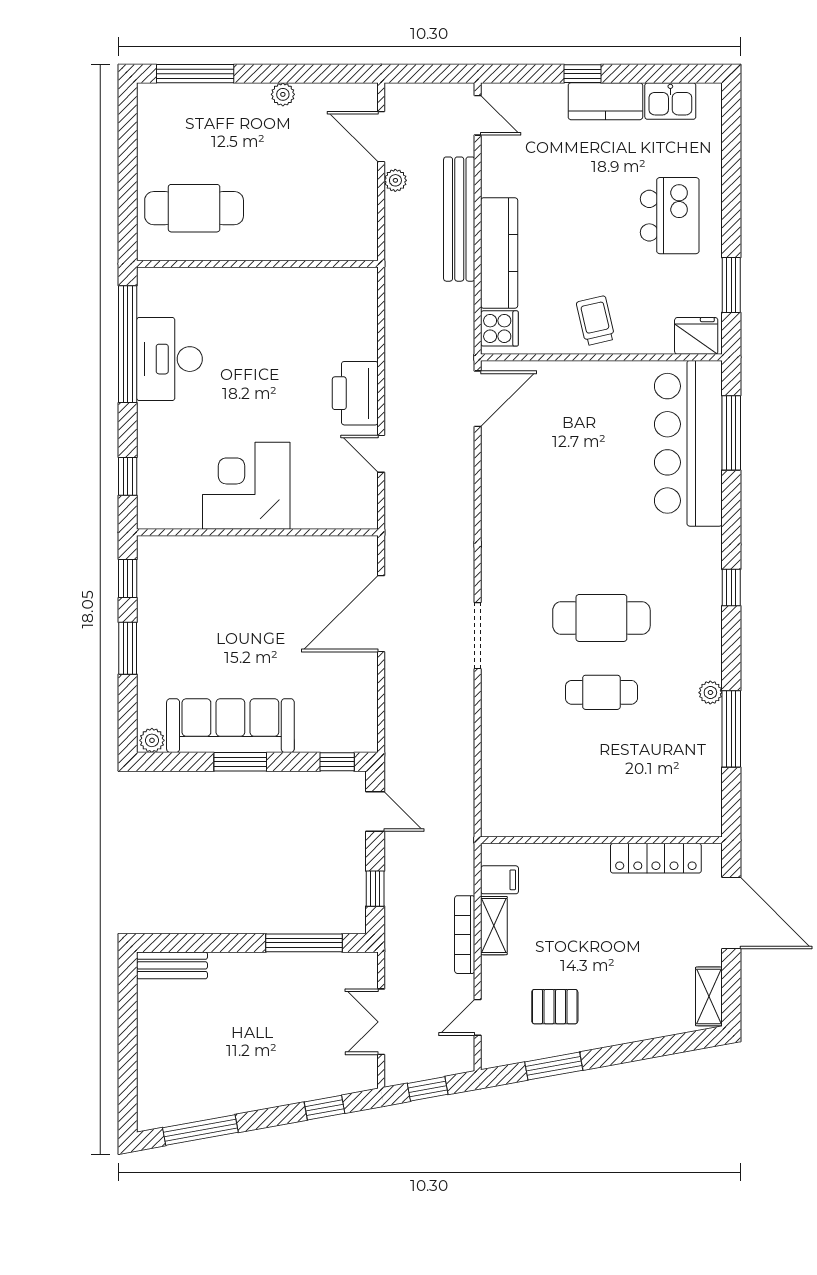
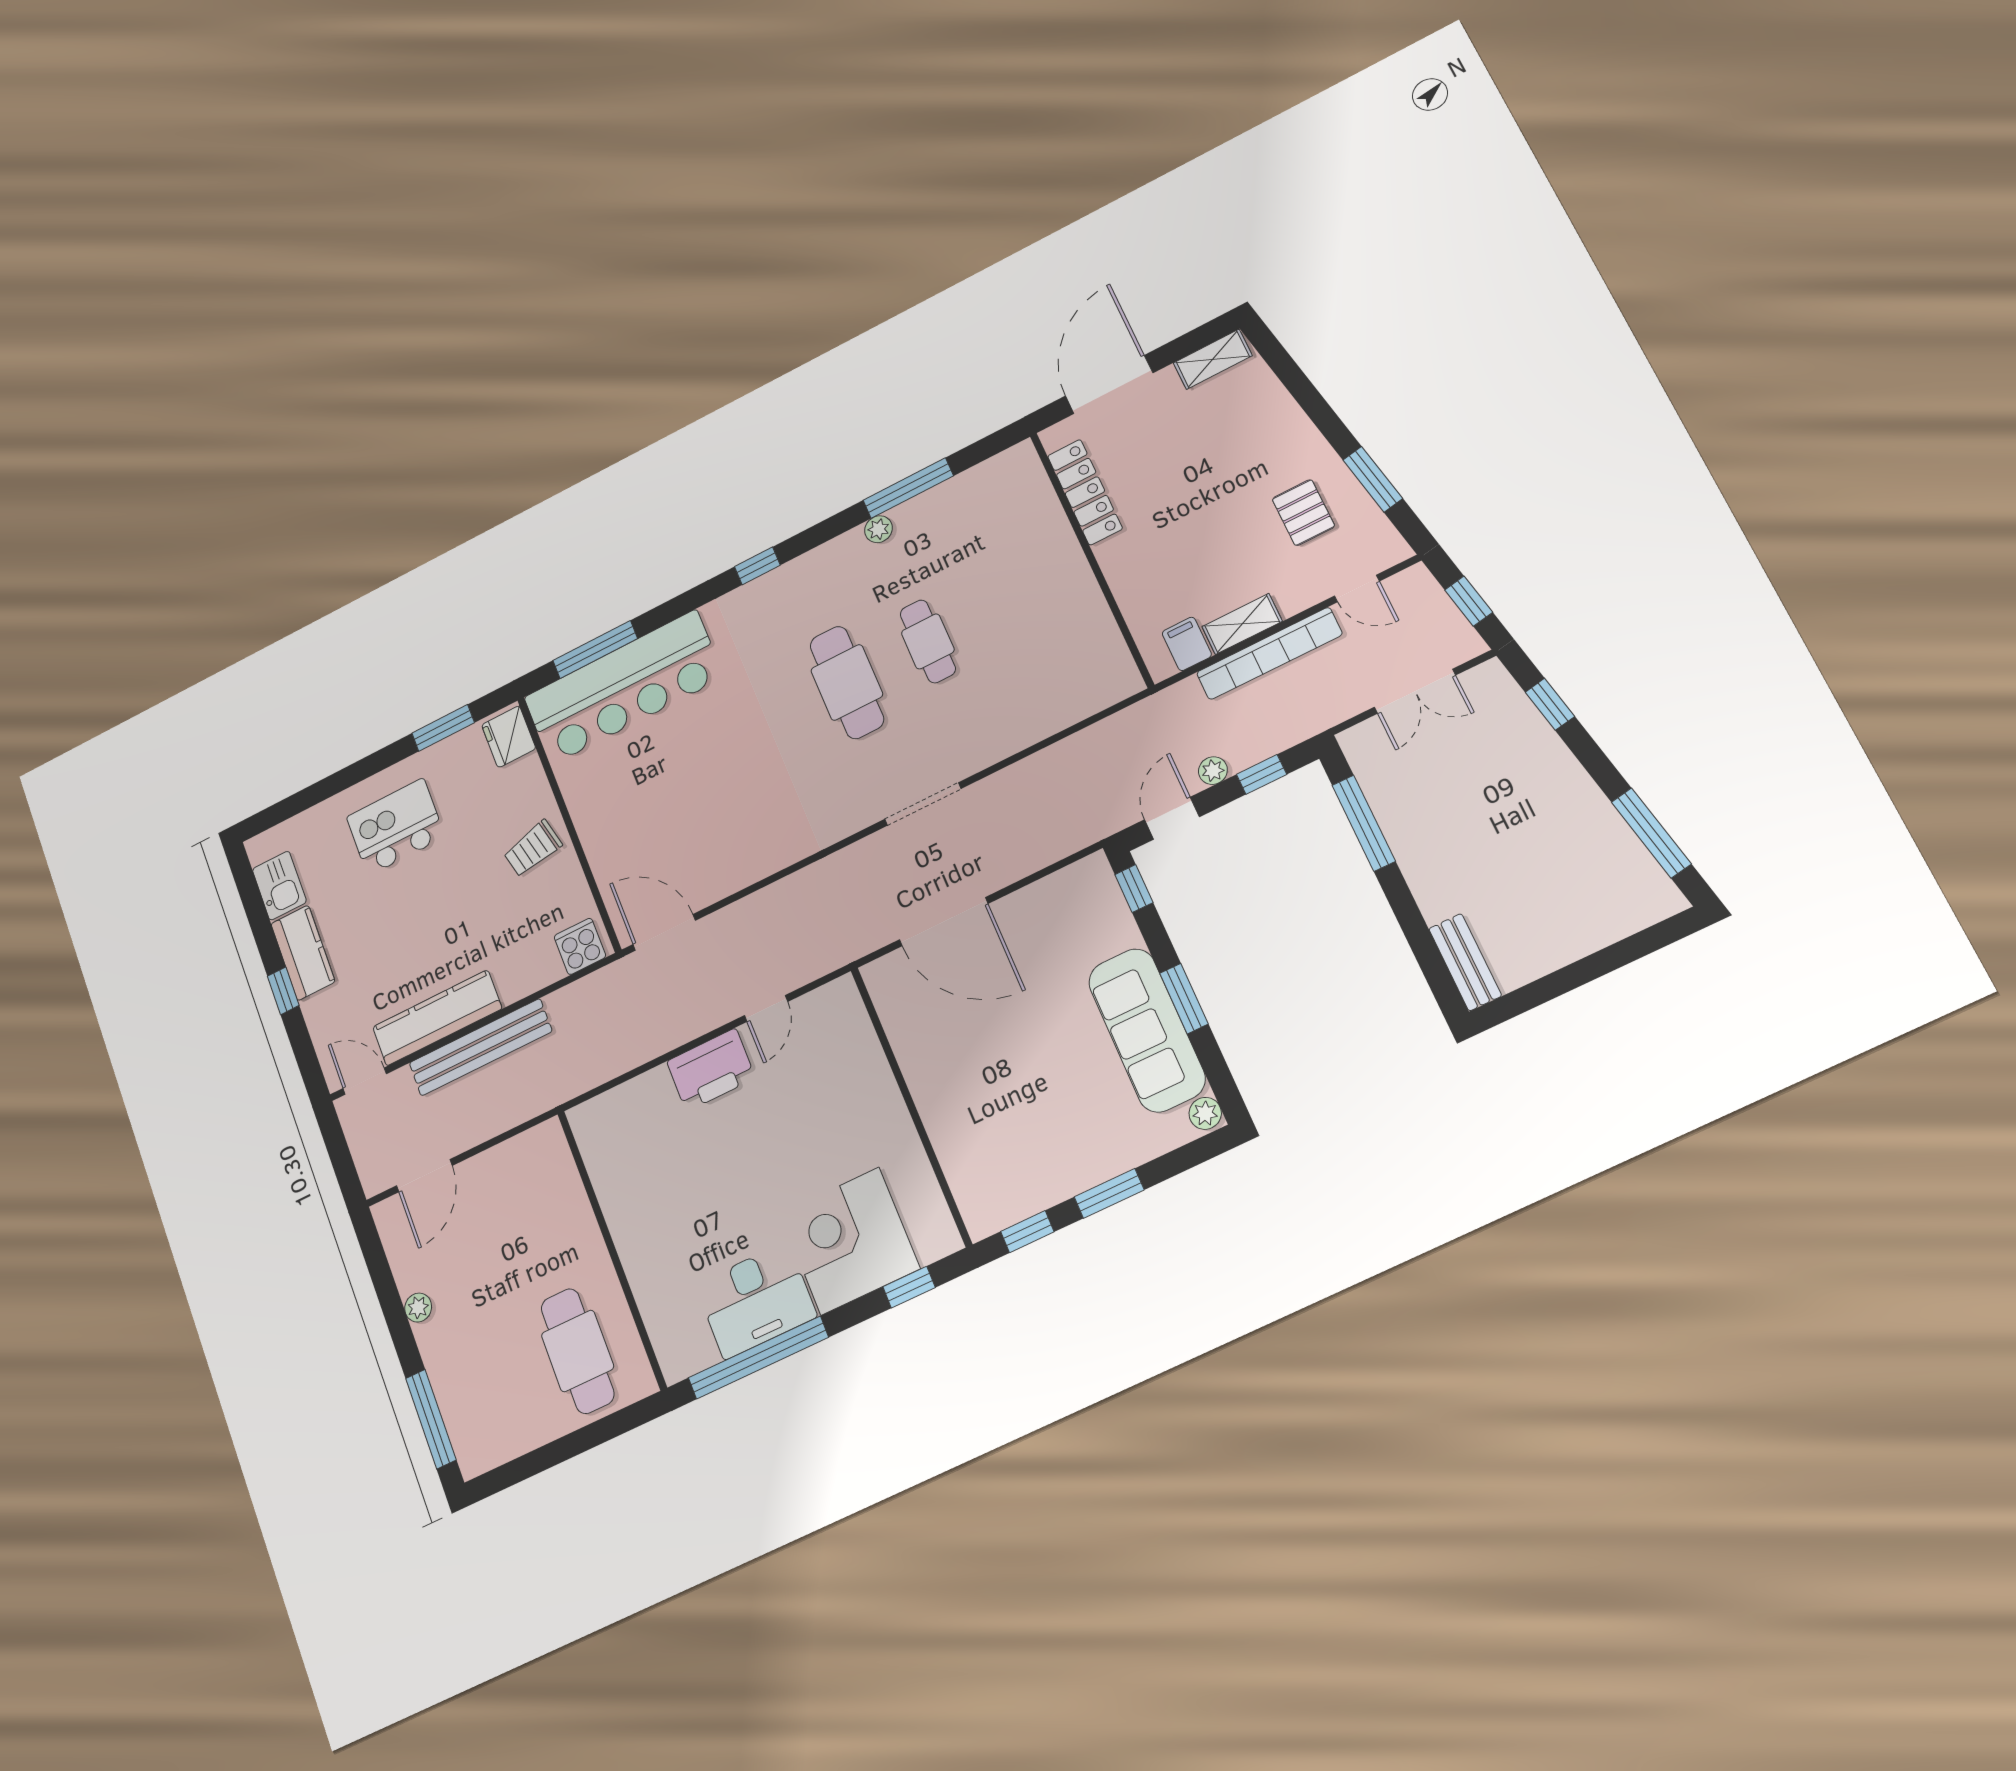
door: (478, 115) -> (365, 1081), hinge flipped
plant: (395, 180) -> (1213, 771), moved
kitchen counter: (499, 253) -> (437, 1018), moved
corner desk: (246, 486) -> (850, 1241), moved, turned 90
bookcase: (465, 935) -> (1269, 654), width x1.48, depth x1.31

